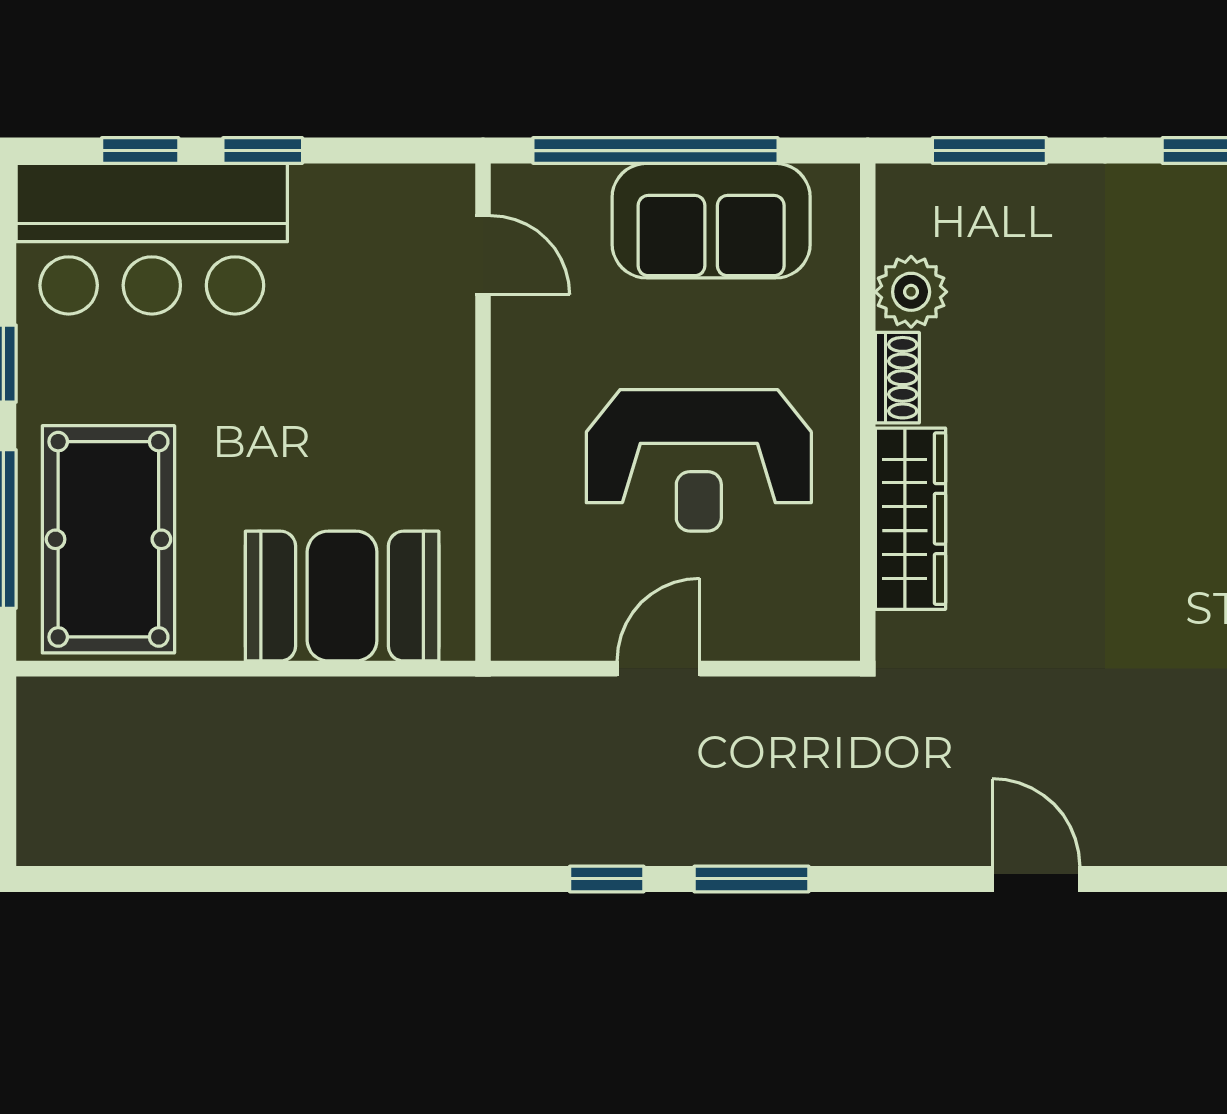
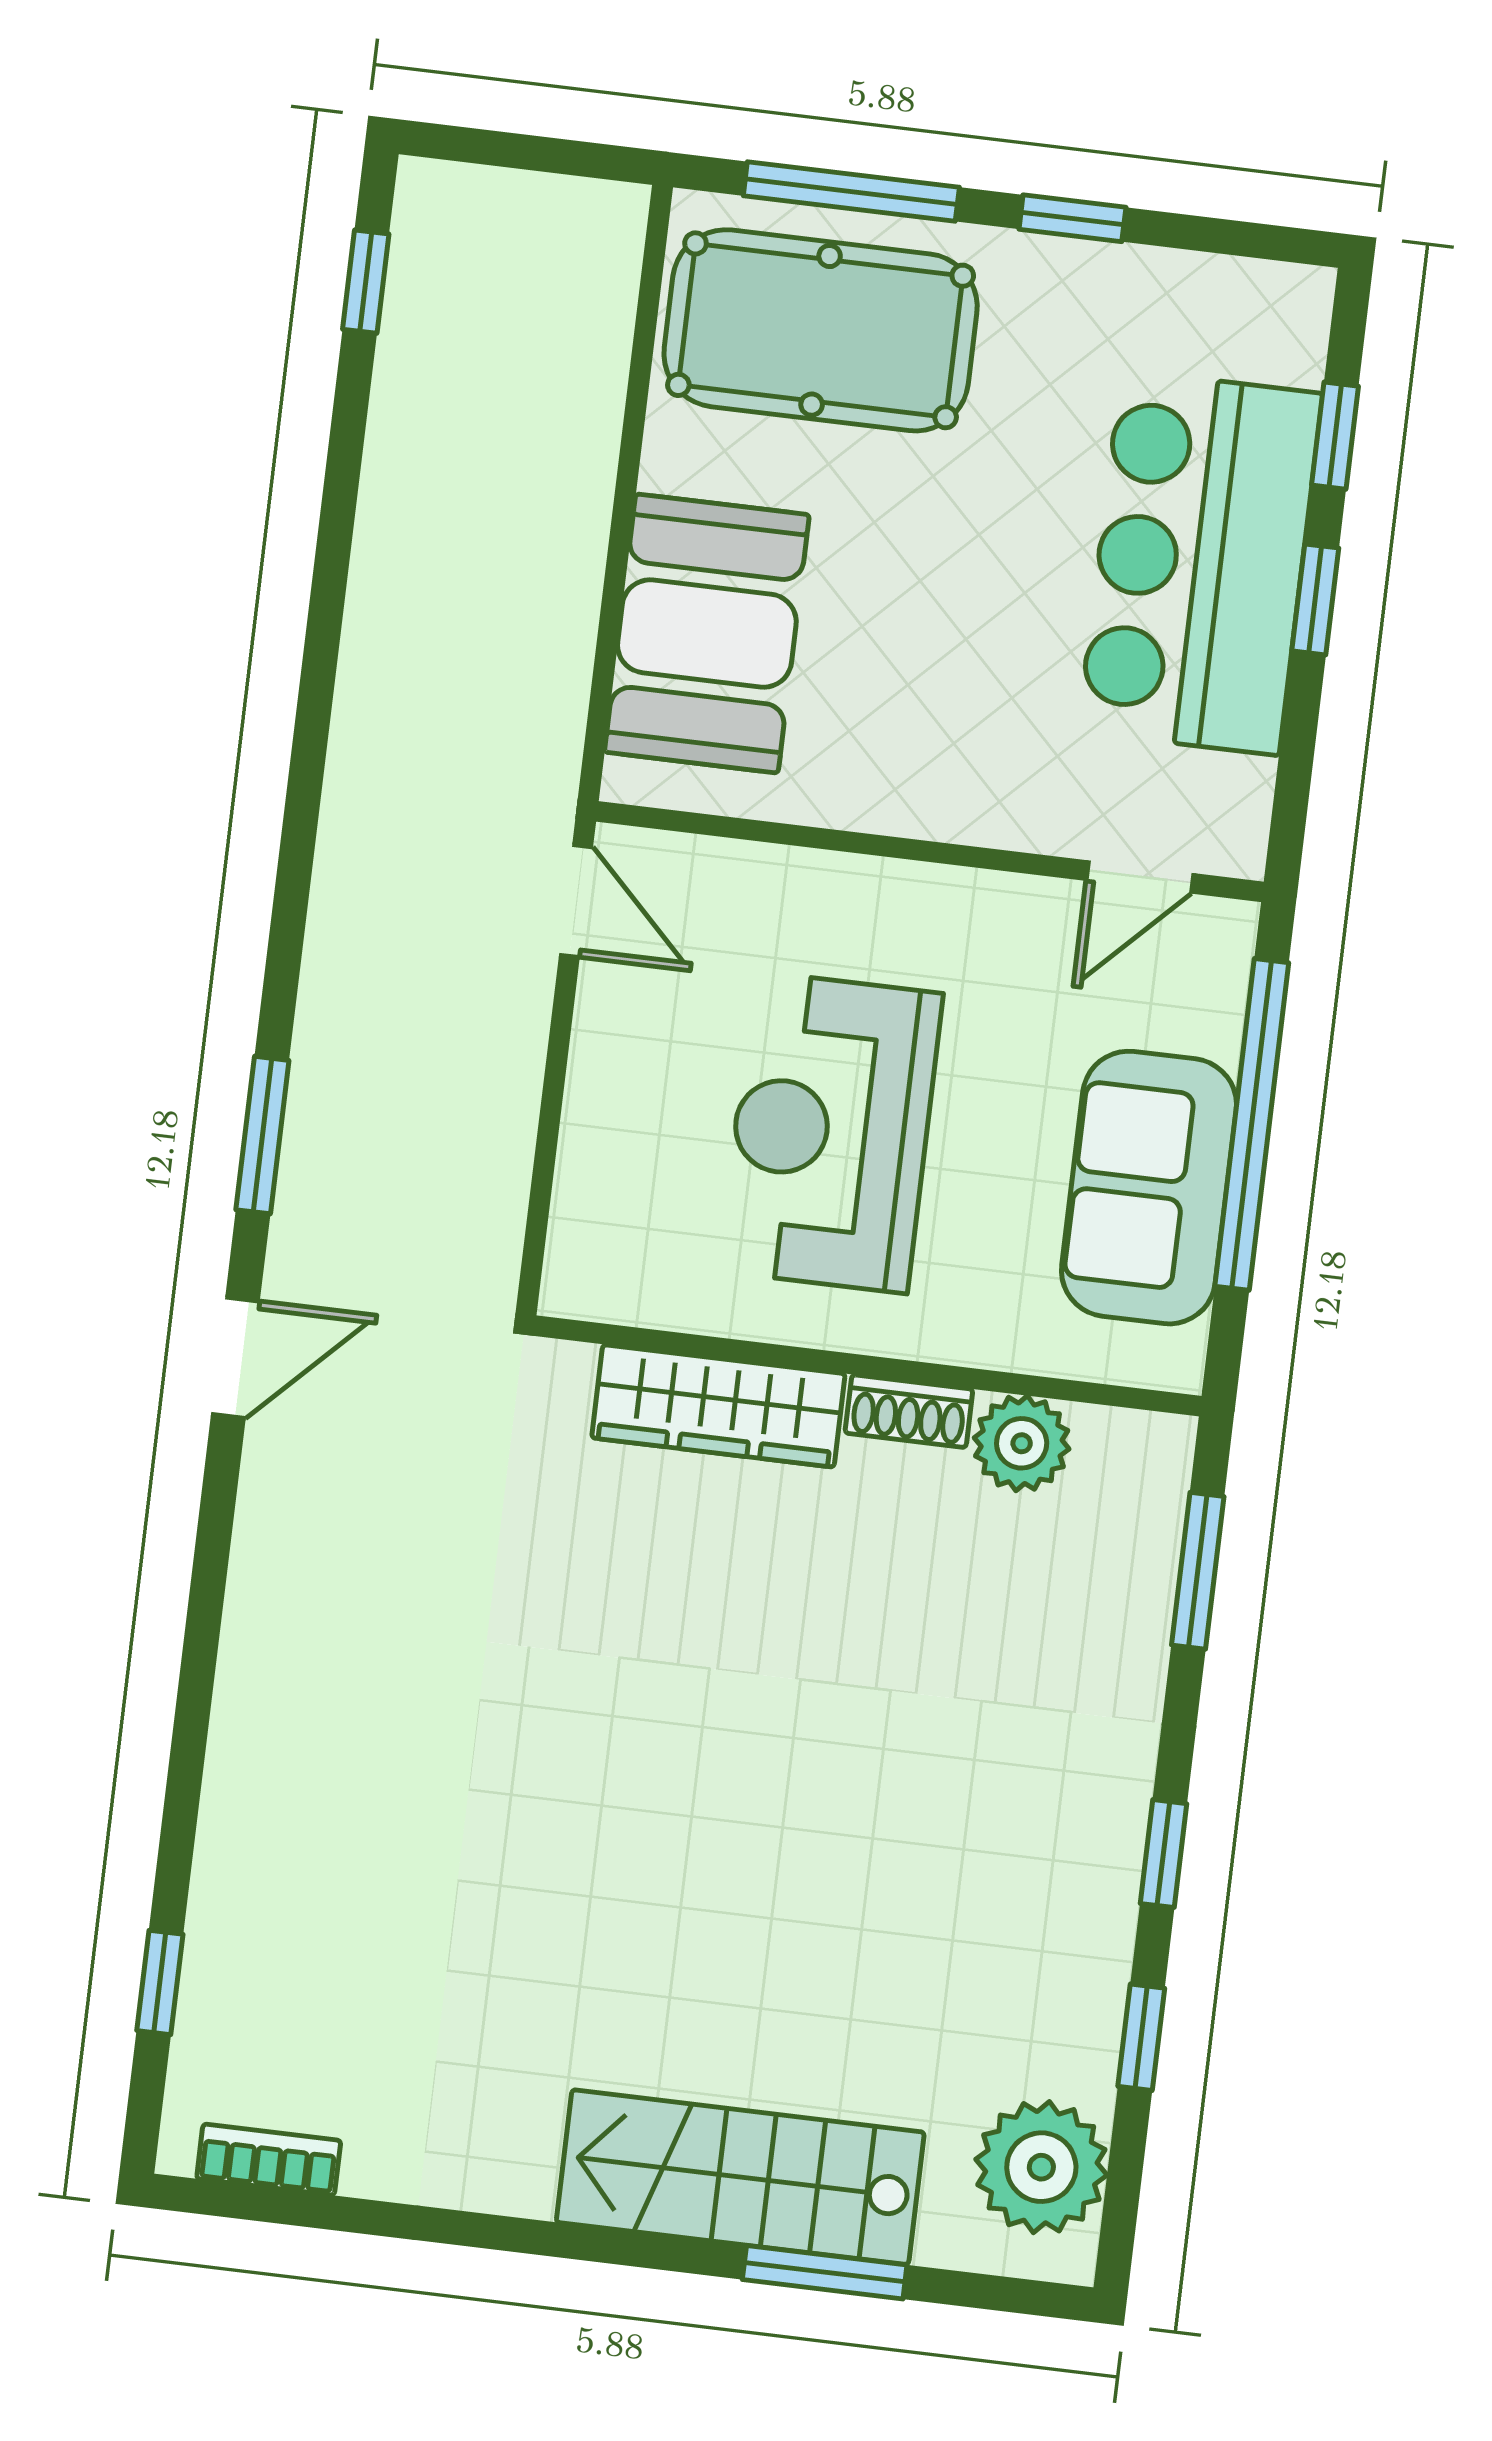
bar counter: (152, 239) -> (1200, 562), moved
door: (658, 669) -> (576, 901), moved
window: (607, 879) -> (366, 282), moved
door: (1036, 879) -> (235, 1358), moved

